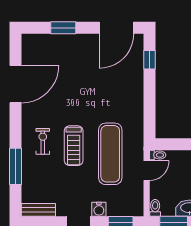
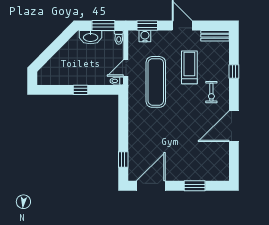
door: (16, 84) -> (234, 126), moved
treadmill: (74, 146) -> (189, 67), moved
window: (16, 166) -> (234, 72), width x0.46
water cooler: (99, 209) -> (145, 36), moved

